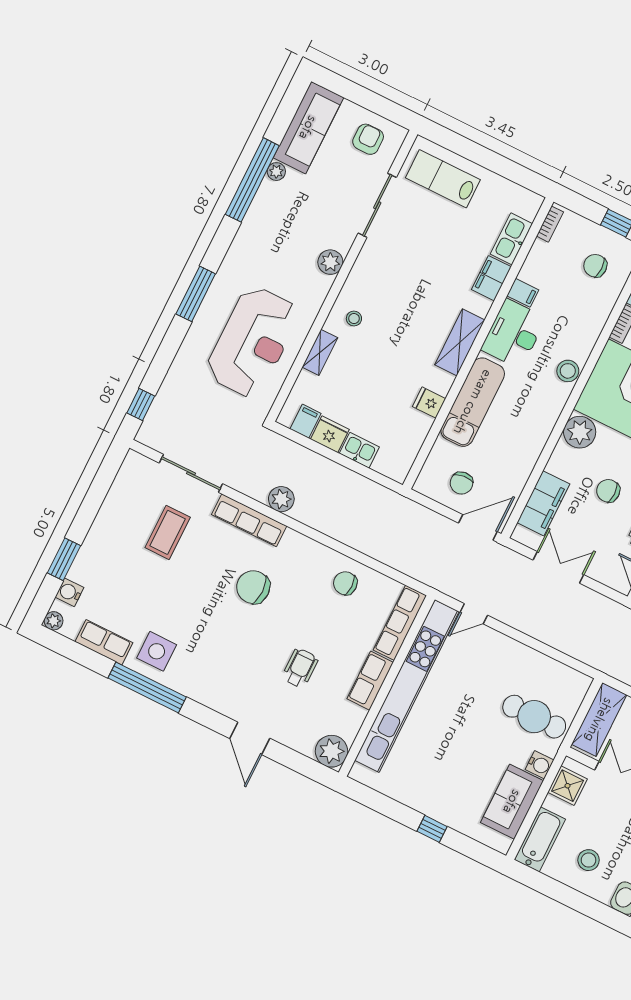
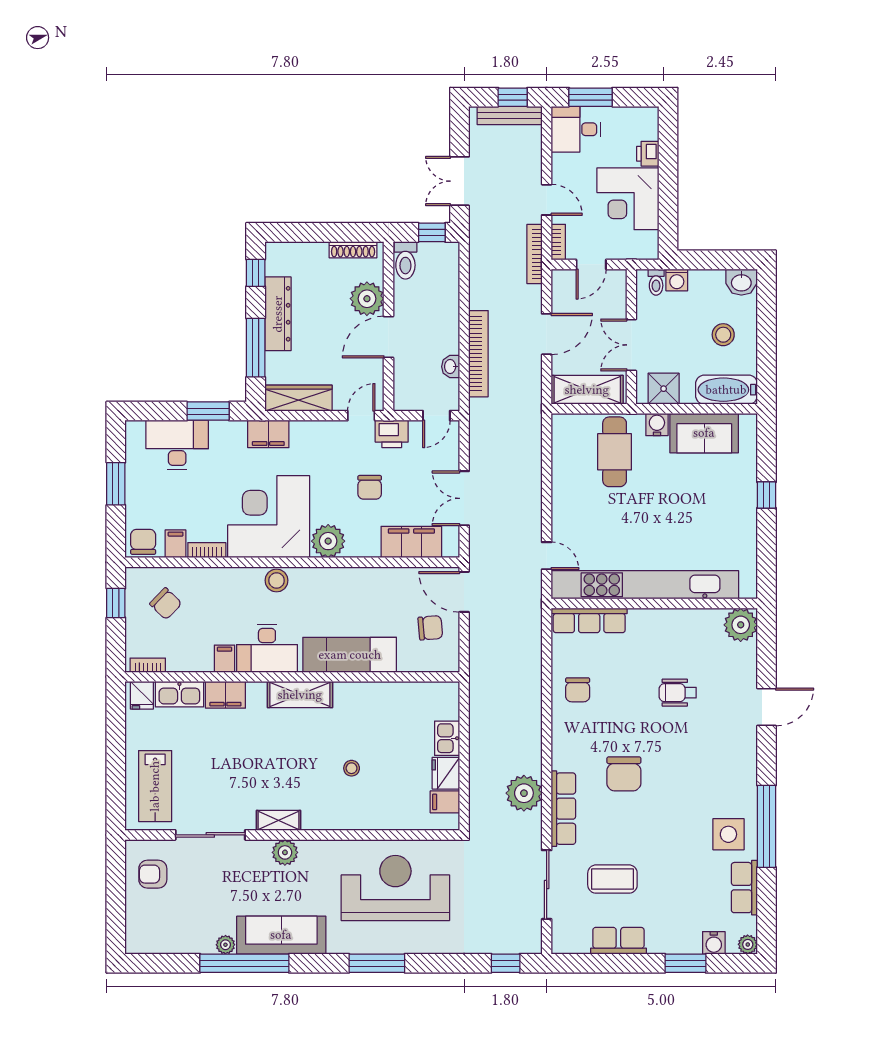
sofa: (308, 128) -> (281, 935), moved
chair: (595, 266) -> (166, 604), turned -46
stool: (354, 319) -> (352, 768), moved
shelving: (320, 352) -> (279, 820), moved
fridge: (429, 403) -> (142, 695), moved
plant: (281, 499) -> (524, 793), width x1.36, depth x1.36
row of seats: (370, 681) -> (618, 941), moved, turned 180

